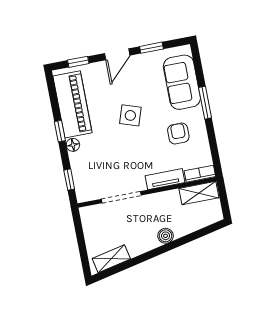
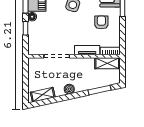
window: (69, 180) -> (25, 28), moved
window: (195, 235) -> (100, 90), added
boiler: (166, 236) -> (69, 89), moved

